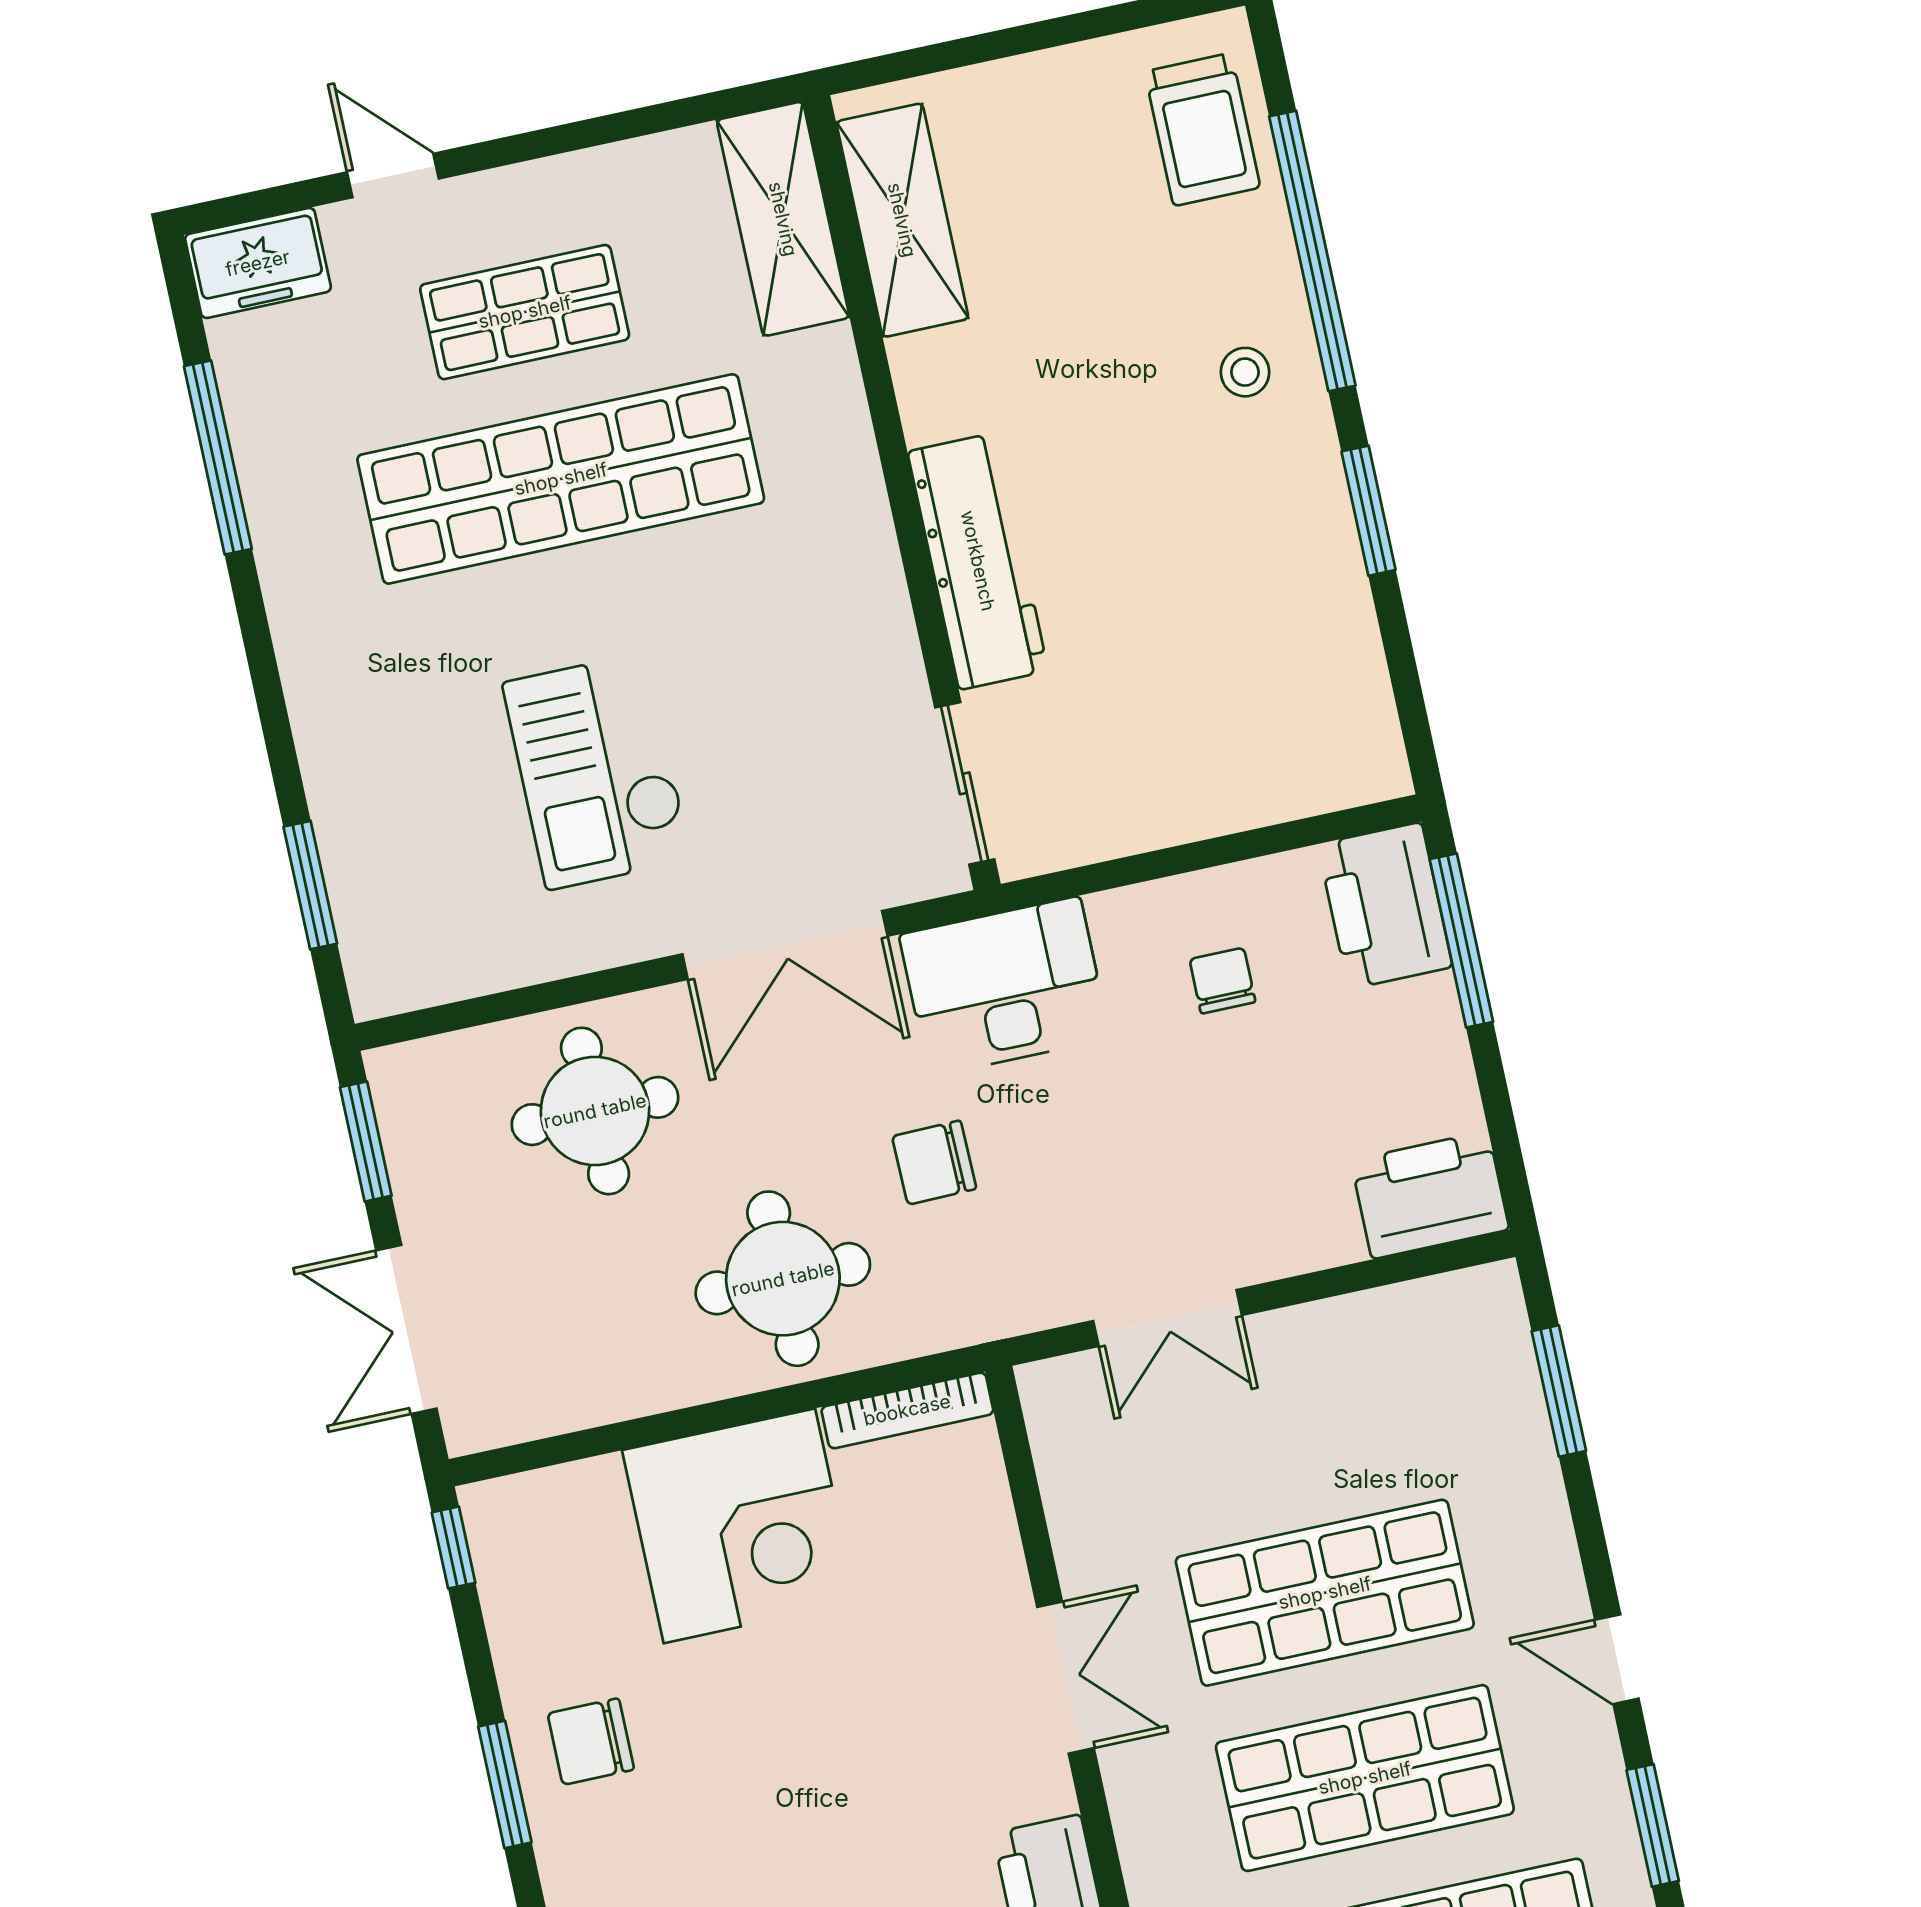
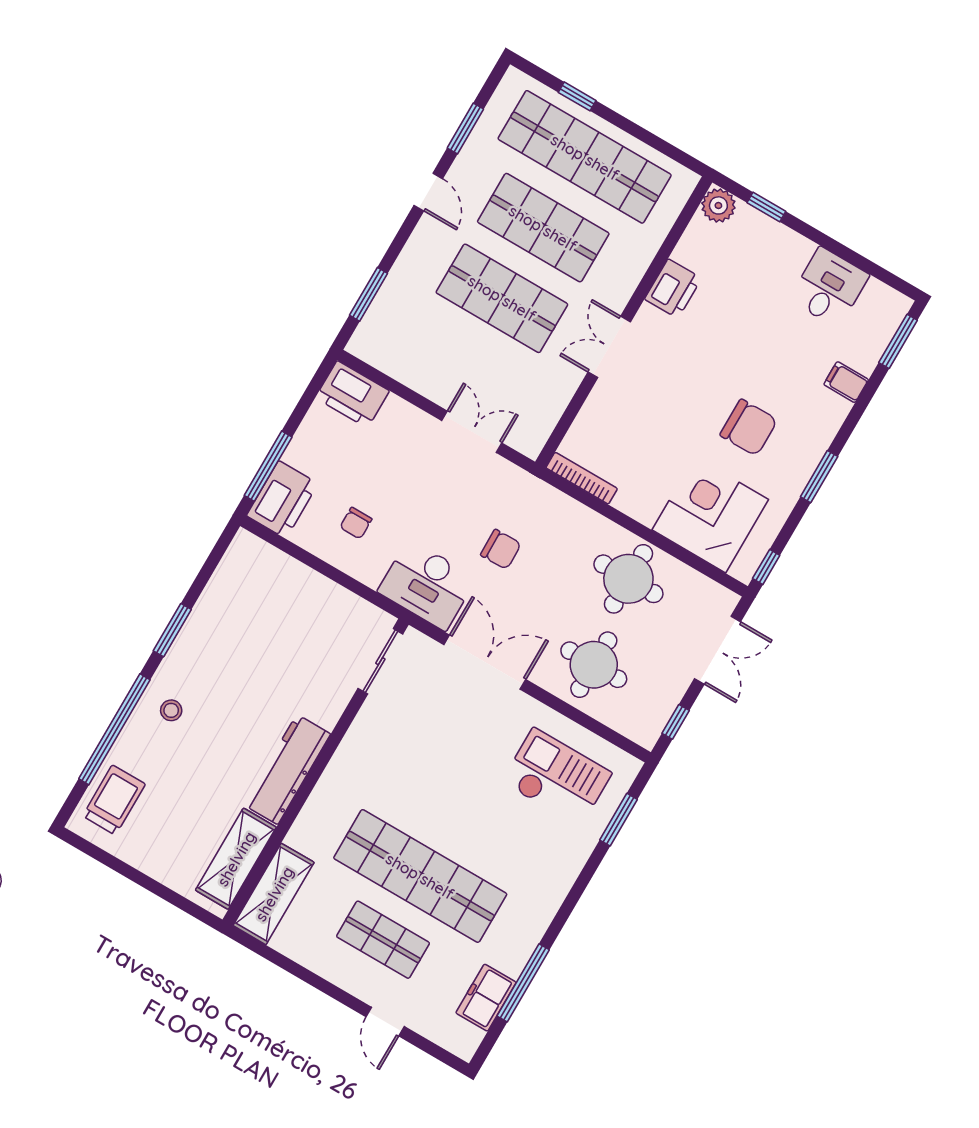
freezer: (258, 263) -> (486, 998), moved, turned -90
workbench: (978, 561) -> (287, 769), moved
checkout: (597, 771) -> (557, 777), moved, turned -90
window: (366, 1141) -> (676, 722), width x0.67
round table: (783, 1279) -> (628, 579), moved
corner desk: (739, 1526) -> (710, 515), moved
chair: (591, 1742) -> (749, 428), moved, width x1.37, depth x1.37

